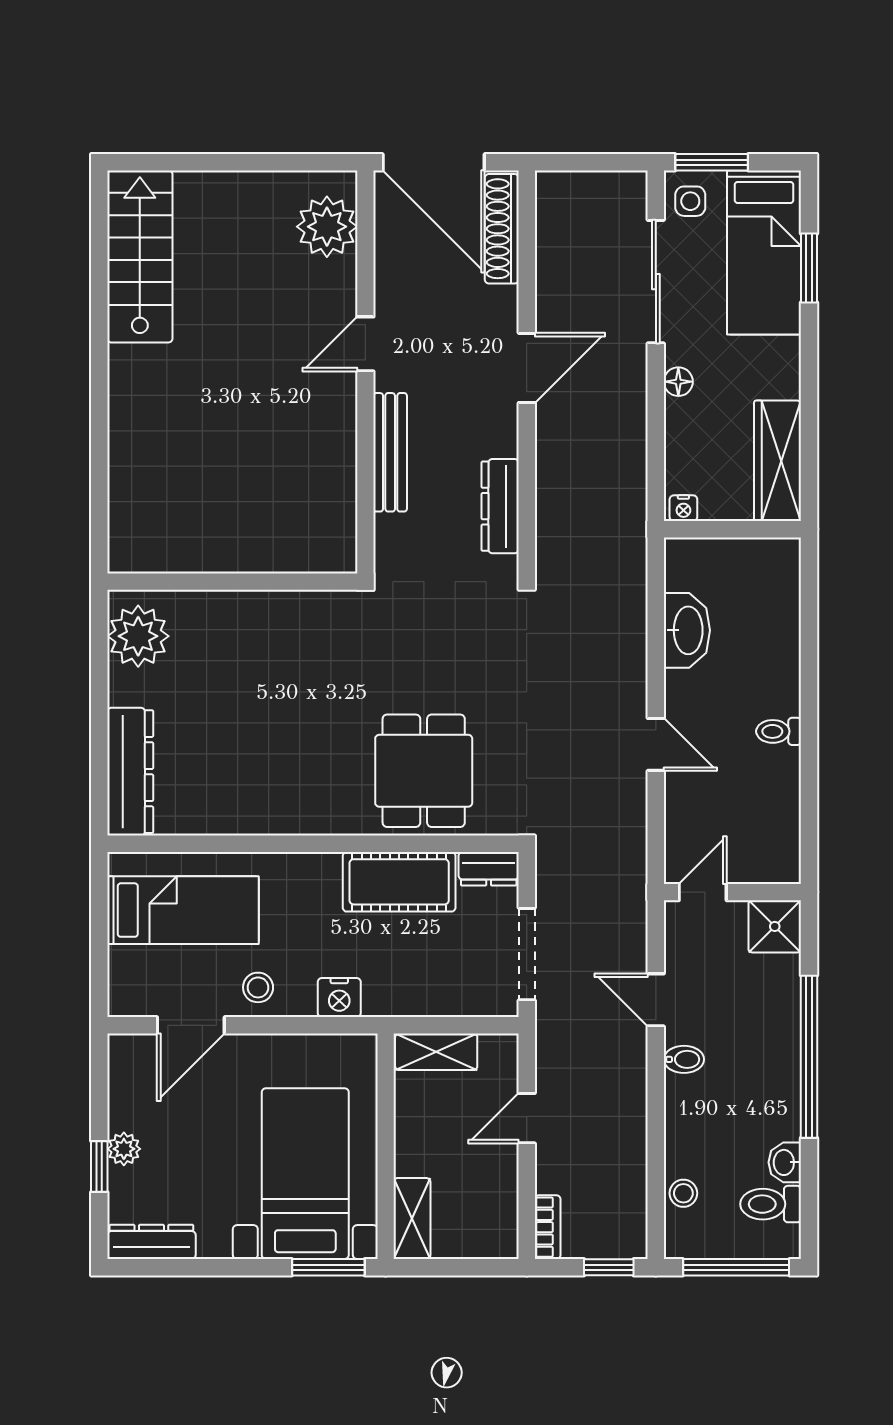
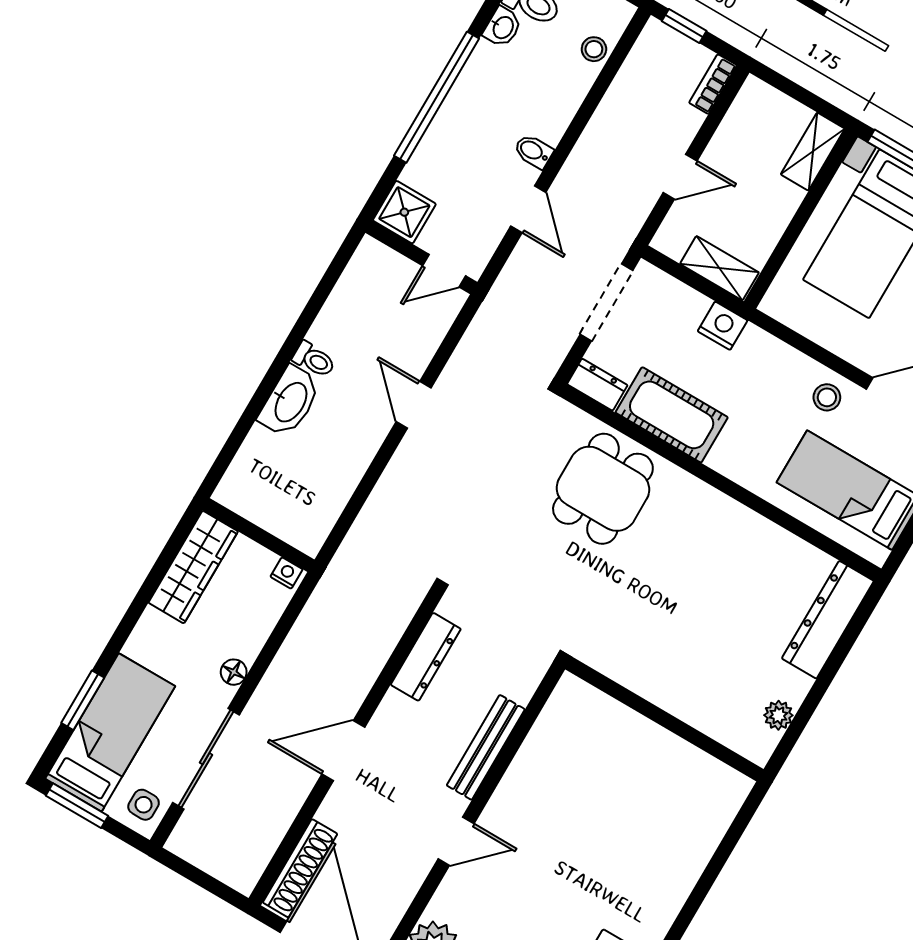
window: (712, 162) -> (77, 806), moved
washbasin: (687, 630) -> (290, 402), moved, turned 180
plant: (138, 636) -> (778, 715), width x0.53, depth x0.53
nightstand: (339, 998) -> (723, 326), moved

